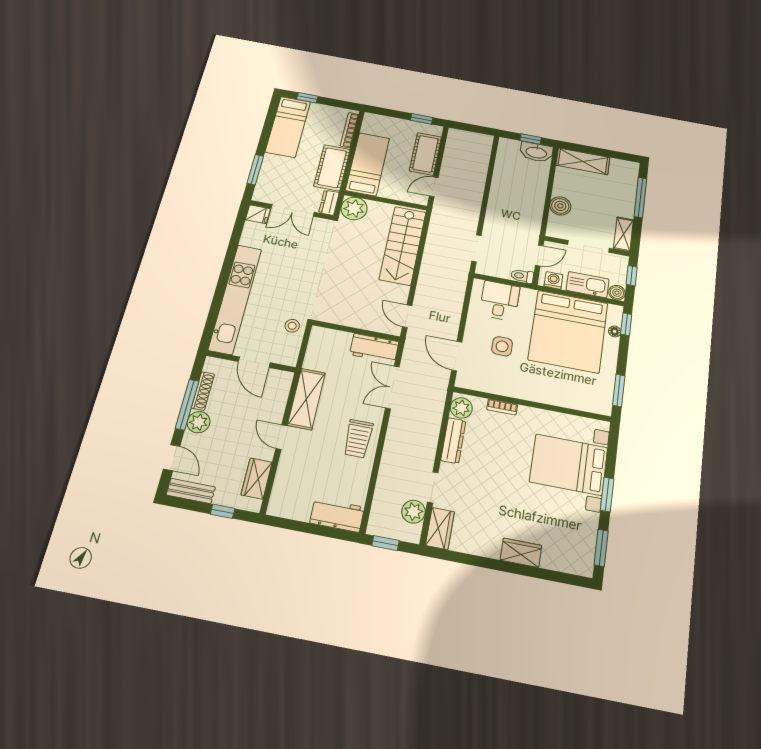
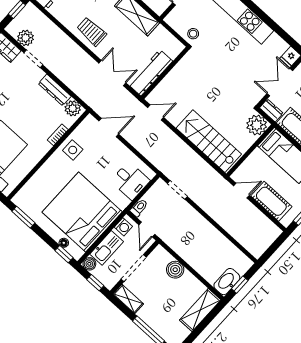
door: (434, 187) -> (241, 191), hinge flipped
side table: (502, 346) -> (73, 150), moved
workbench: (374, 348) -> (150, 73), width x1.38

